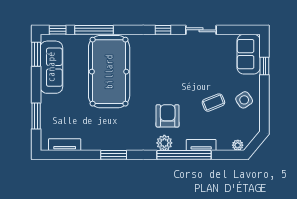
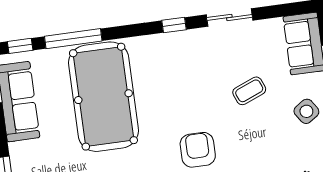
coffee table: (213, 103) -> (249, 91), moved

